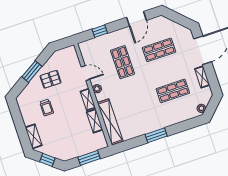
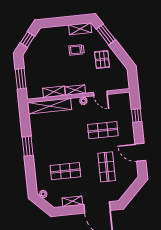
window: (32, 72) -> (106, 34), moved
door: (86, 73) -> (100, 93), hinge flipped
shop shelf: (173, 91) -> (65, 171), turned 90
shelving: (34, 136) -> (80, 29), moved

